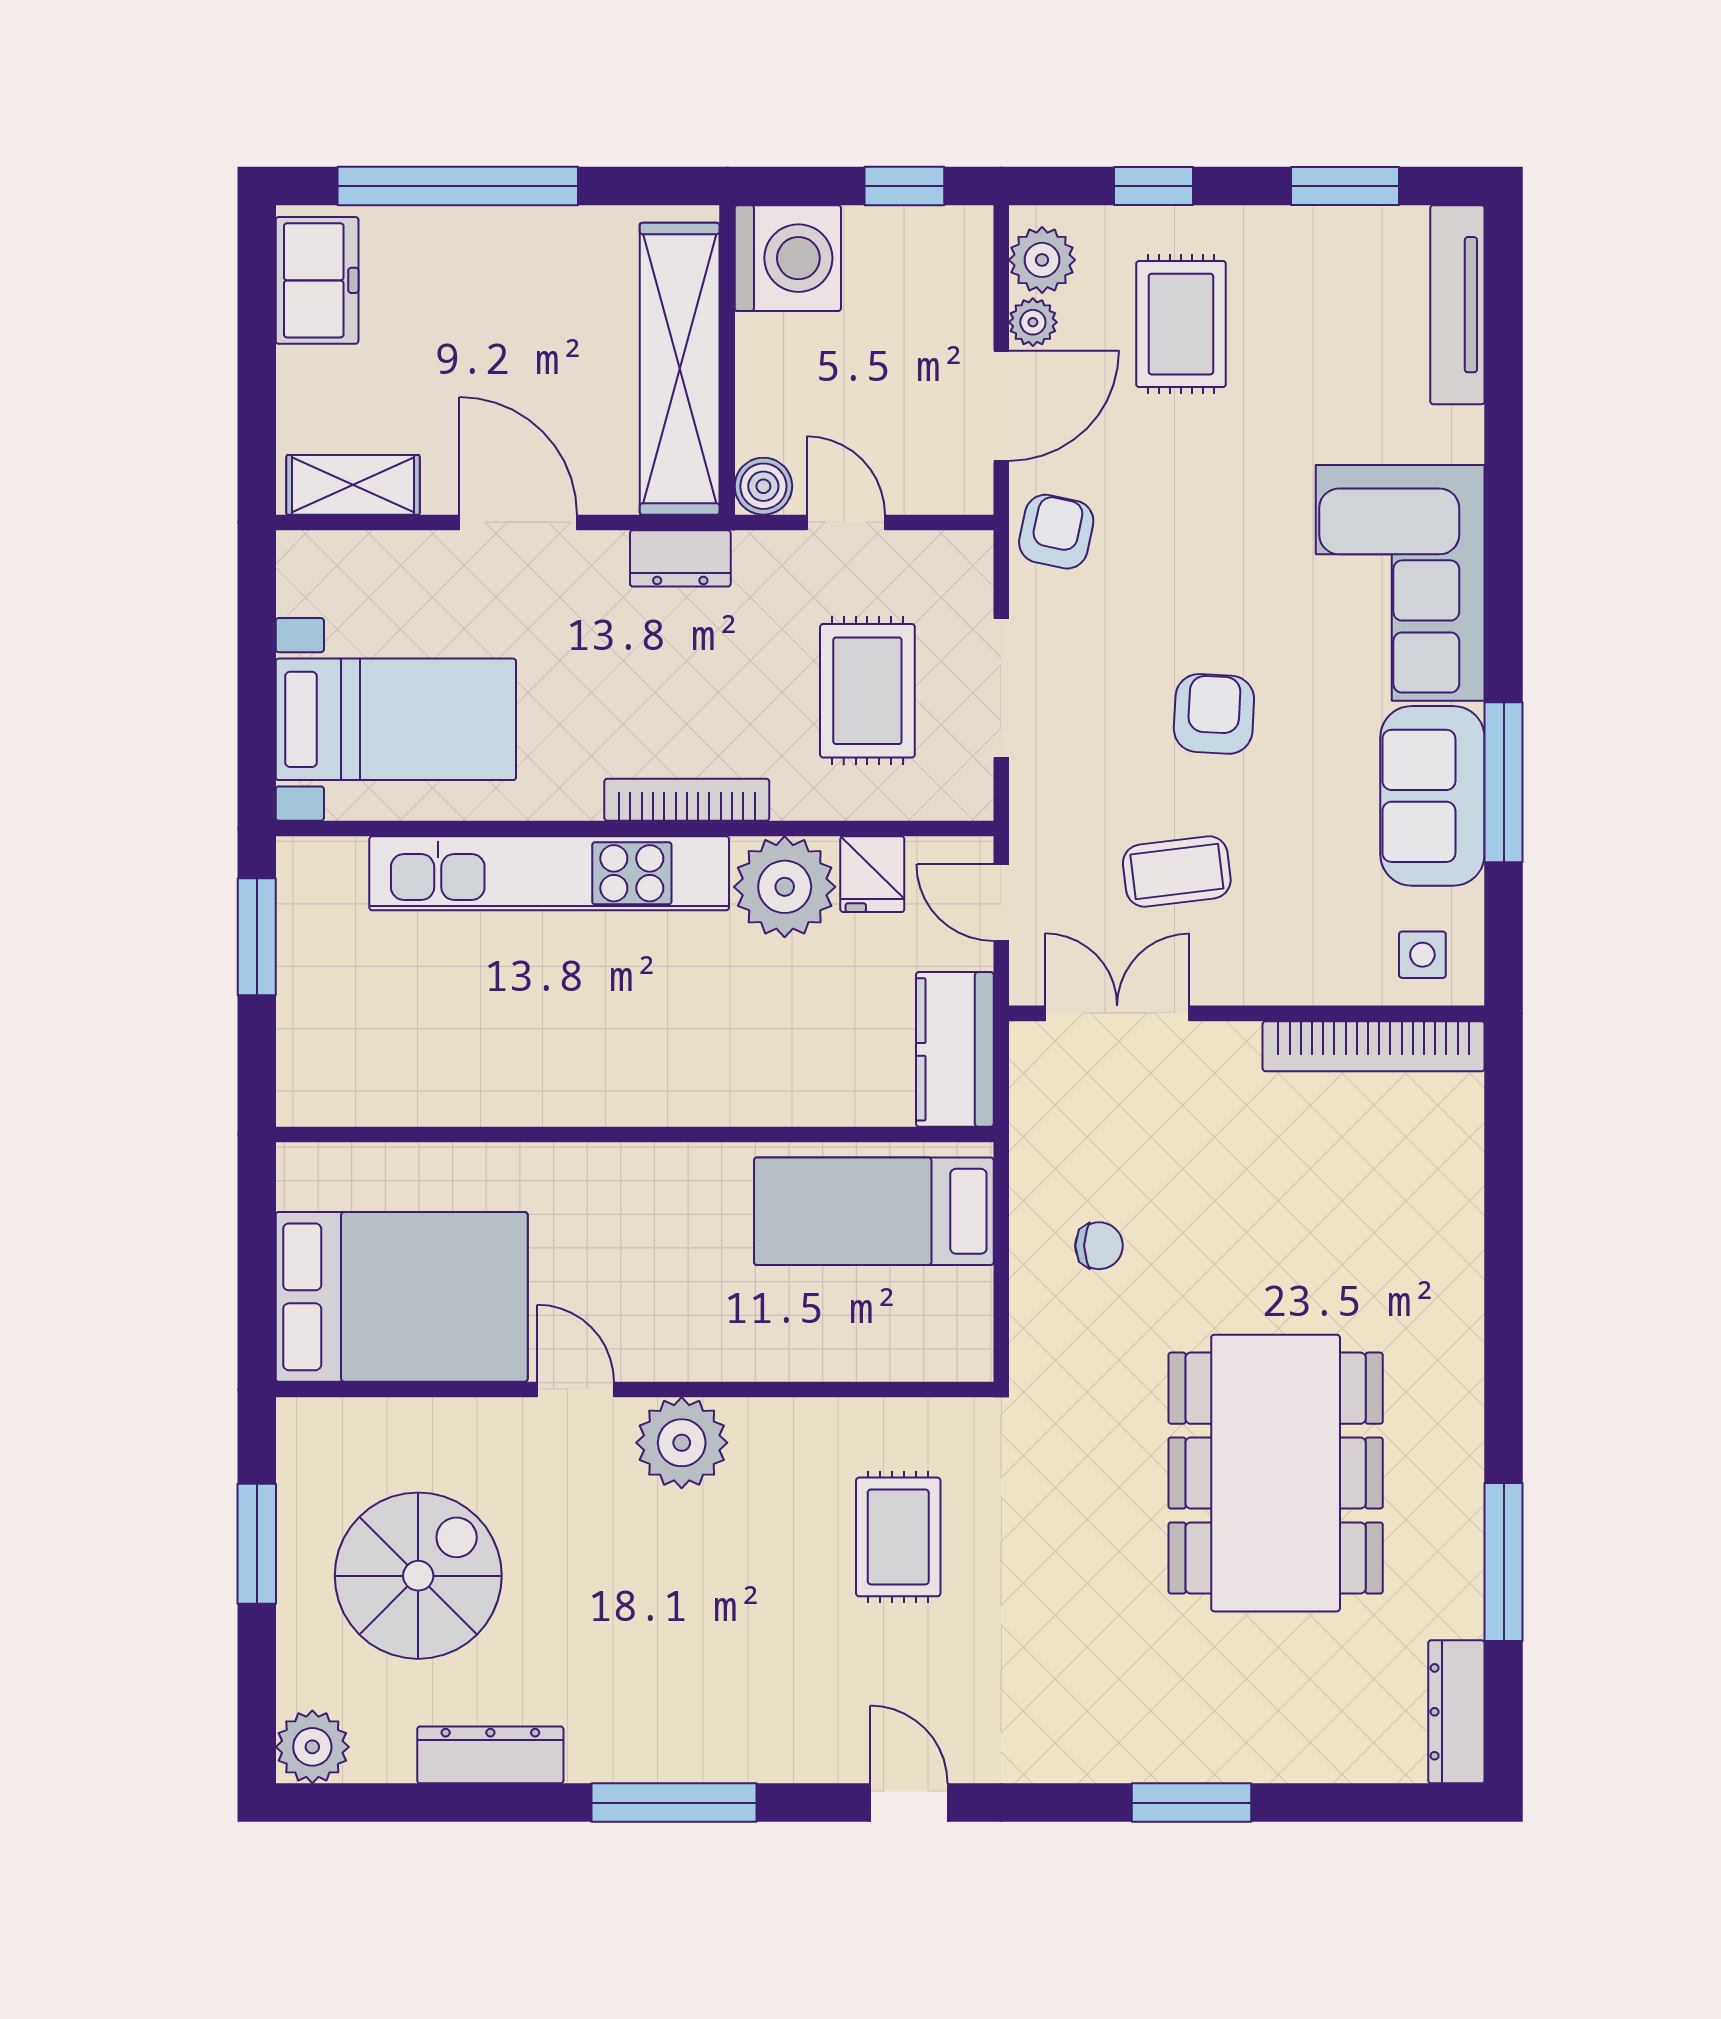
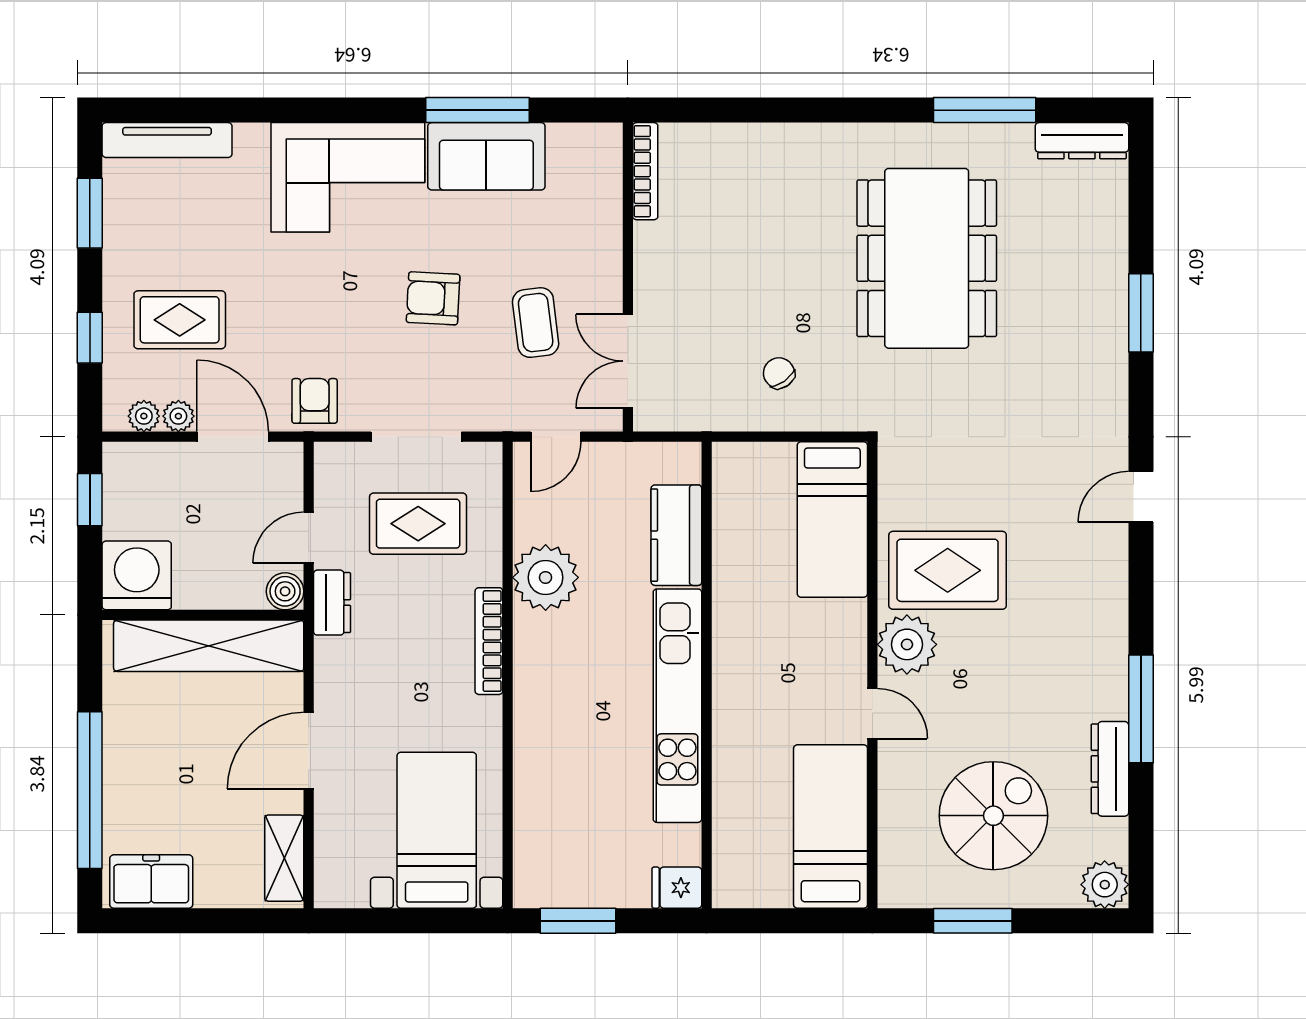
plant: (1042, 260) -> (144, 416), width x0.73, depth x0.73
armchair: (1056, 532) -> (315, 401), turned 78
dresser: (680, 558) -> (332, 603), moved
kitchen unit: (549, 873) -> (677, 706), moved, turned 180
fridge: (872, 874) -> (677, 888), moved, turned 180
side table: (1422, 955) -> (590, 163), removed
bookcase: (1374, 1046) -> (645, 171), width x0.68, depth x0.76
kitchen counter: (955, 1049) -> (676, 535), moved, turned 90
bed: (874, 1211) -> (832, 519), moved
chair: (1099, 1246) -> (779, 373), turned -35
bed: (402, 1297) -> (831, 827), width x0.67
door: (575, 1389) -> (872, 713), swing flipped
dining table: (1276, 1473) -> (927, 258), turned 90
rug: (898, 1537) -> (948, 570), moved, width x1.36, depth x1.43
spiral stairs: (418, 1576) -> (993, 816), turned 90
window: (674, 1803) -> (1141, 709), moved

